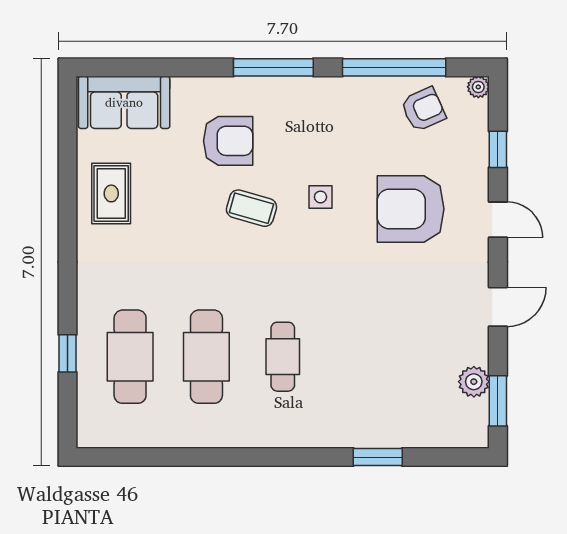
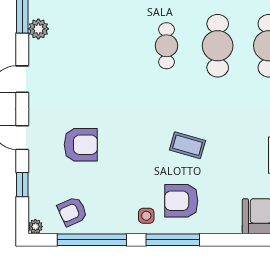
armchair: (228, 141) -> (181, 201), moved
side table: (320, 197) -> (146, 216), moved
armchair: (411, 209) -> (81, 145), width x0.73, depth x0.73

